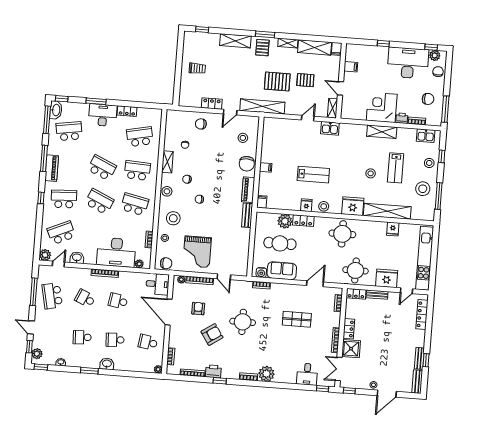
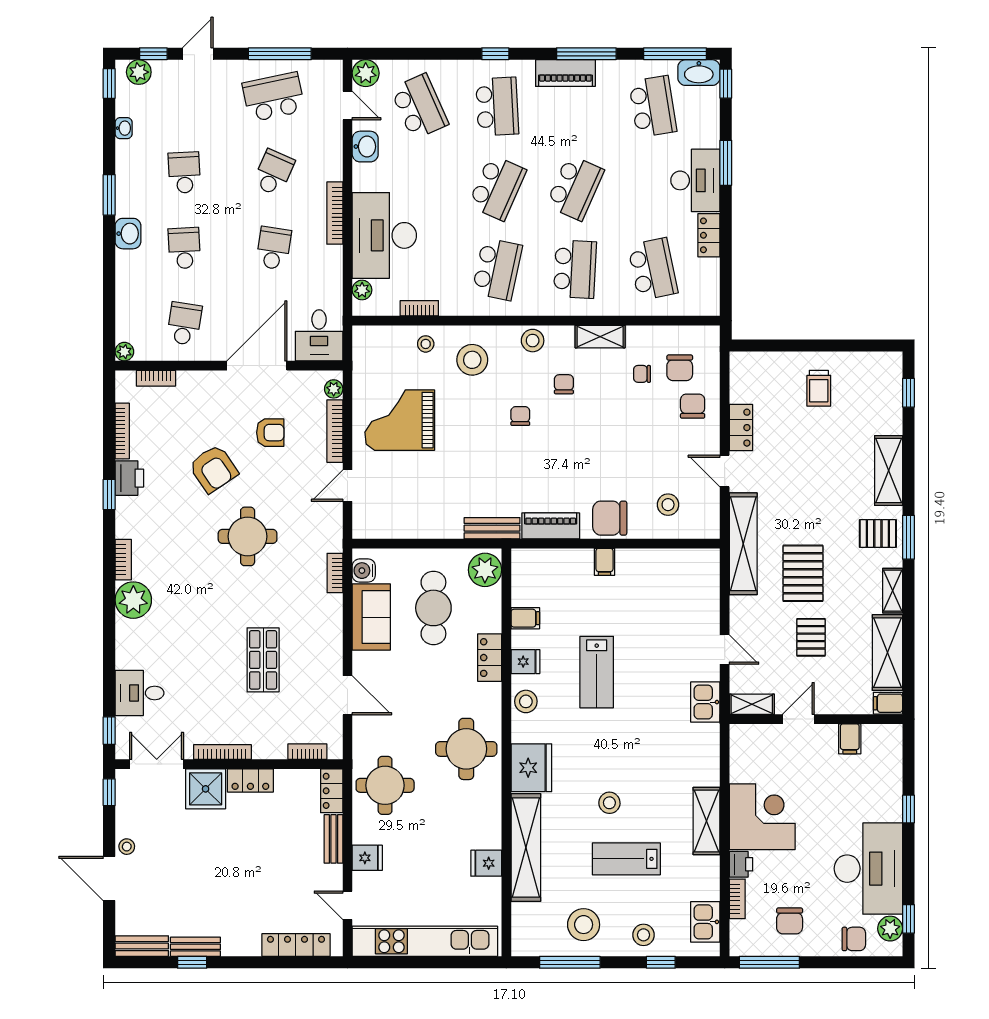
filing cabinet: (262, 202) -> (525, 618), moved
plant: (285, 221) -> (485, 570), moved
chair: (166, 263) -> (680, 368), moved
fridge: (387, 278) -> (367, 858), width x0.53, depth x0.75

